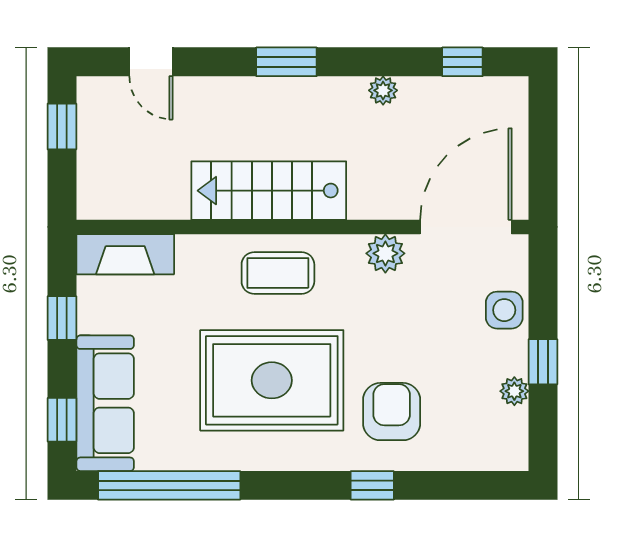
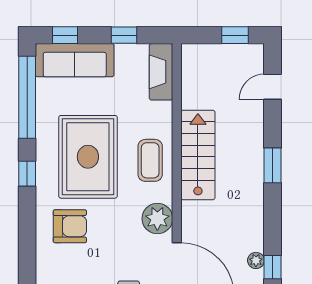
plant: (383, 90) -> (256, 260), moved
plant: (385, 253) -> (157, 219), width x1.36, depth x1.36
window: (372, 485) -> (27, 174), moved

